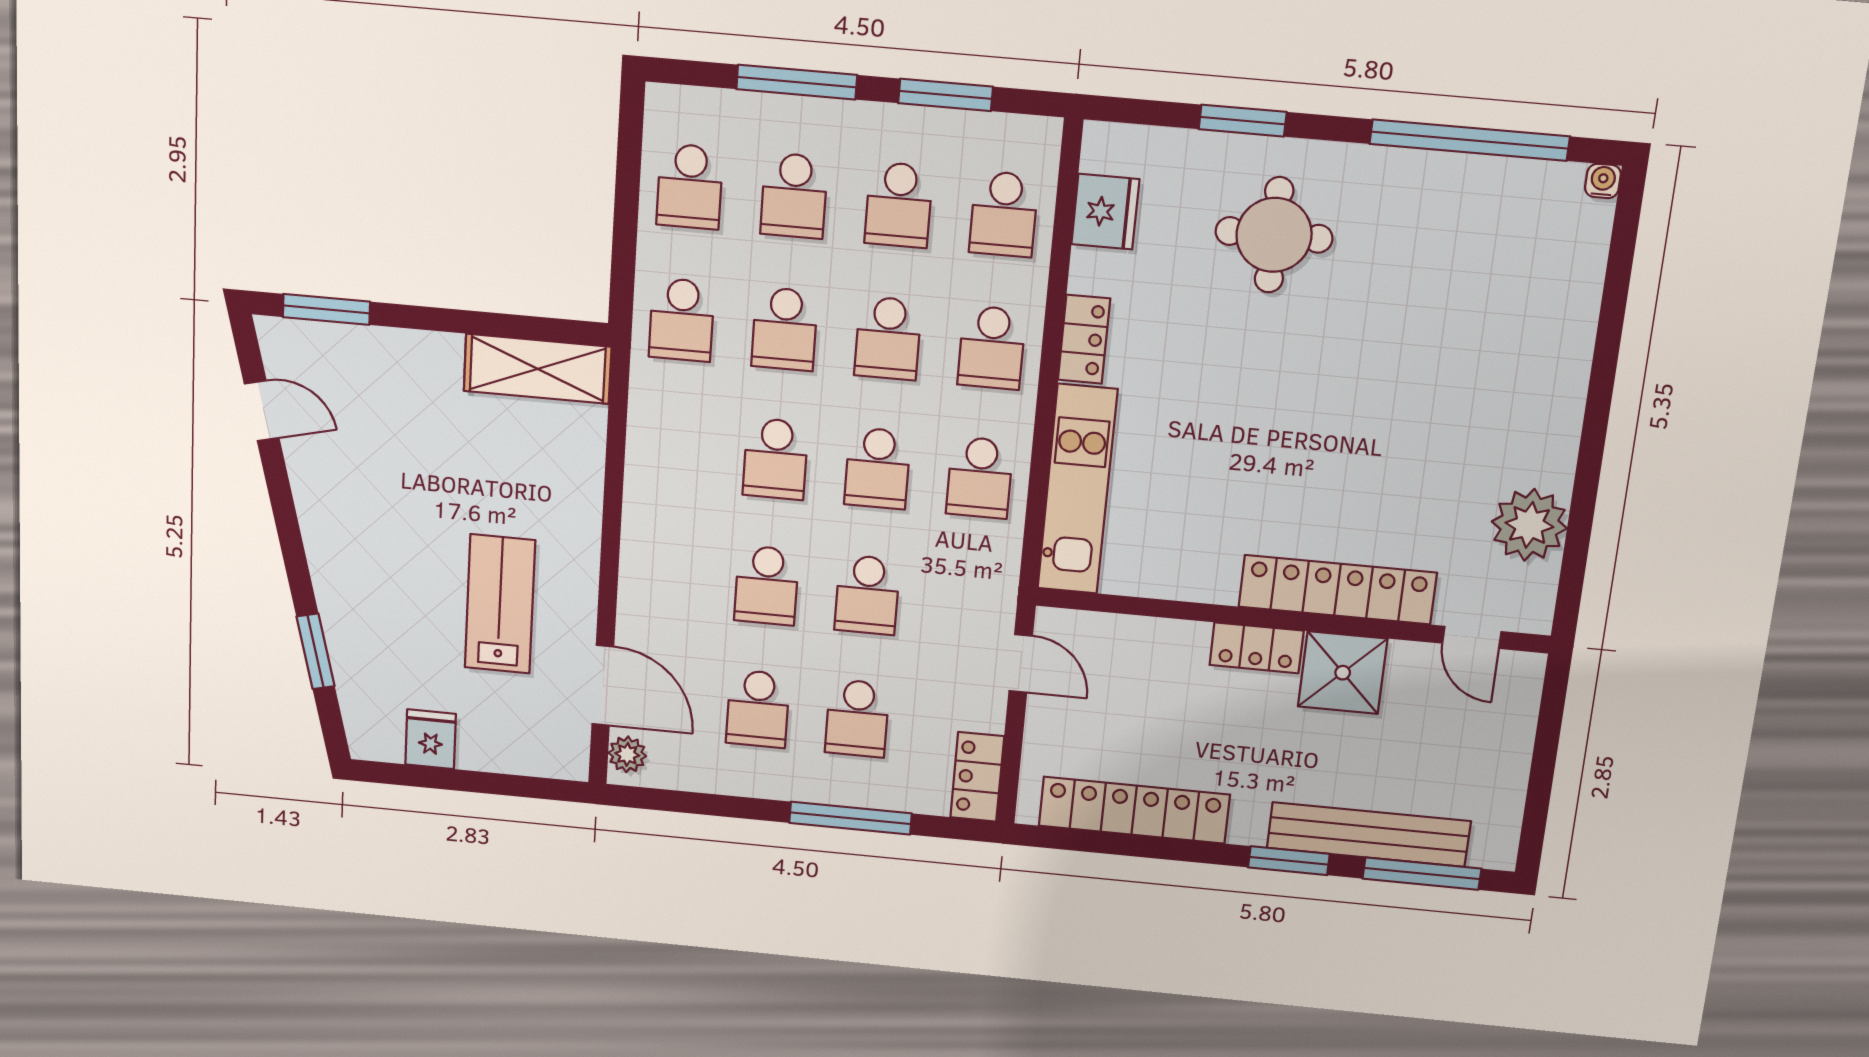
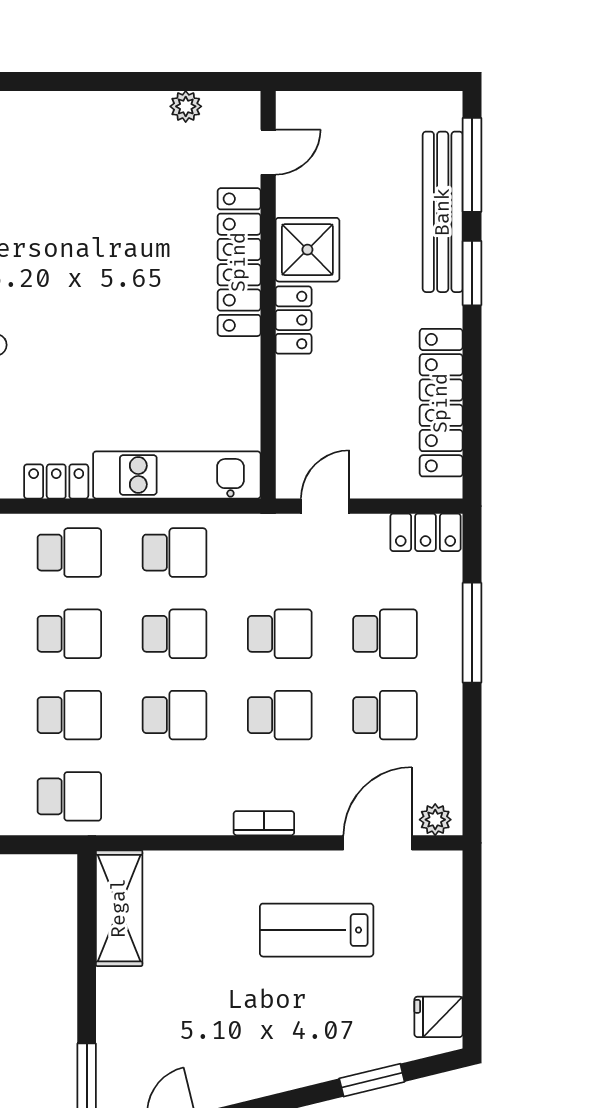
plant: (1529, 525) -> (186, 106), width x0.53, depth x0.53
bookcase: (634, 554) -> (264, 823), added
fridge: (431, 739) -> (438, 1017), moved

